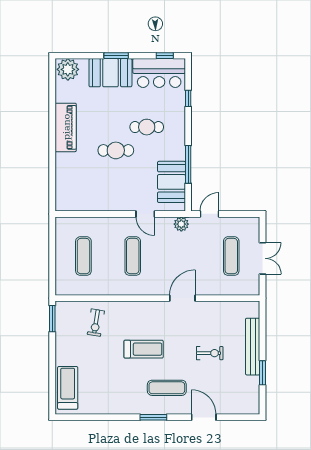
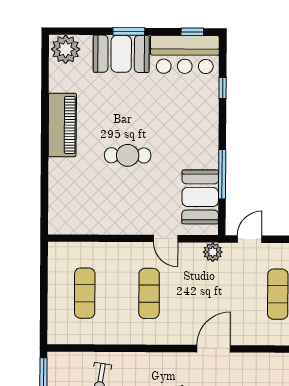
cafe table: (147, 127) -> (168, 125), removed

